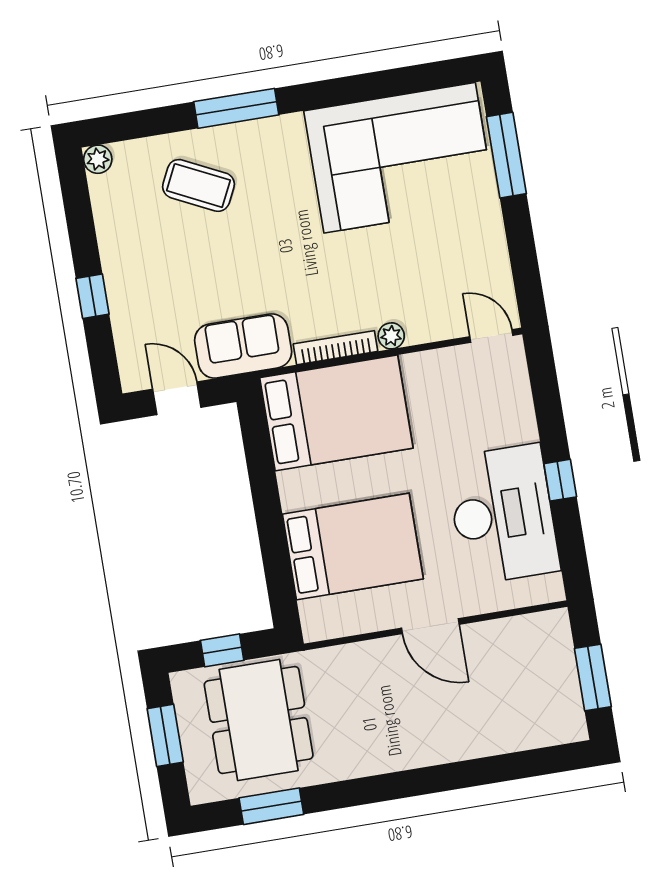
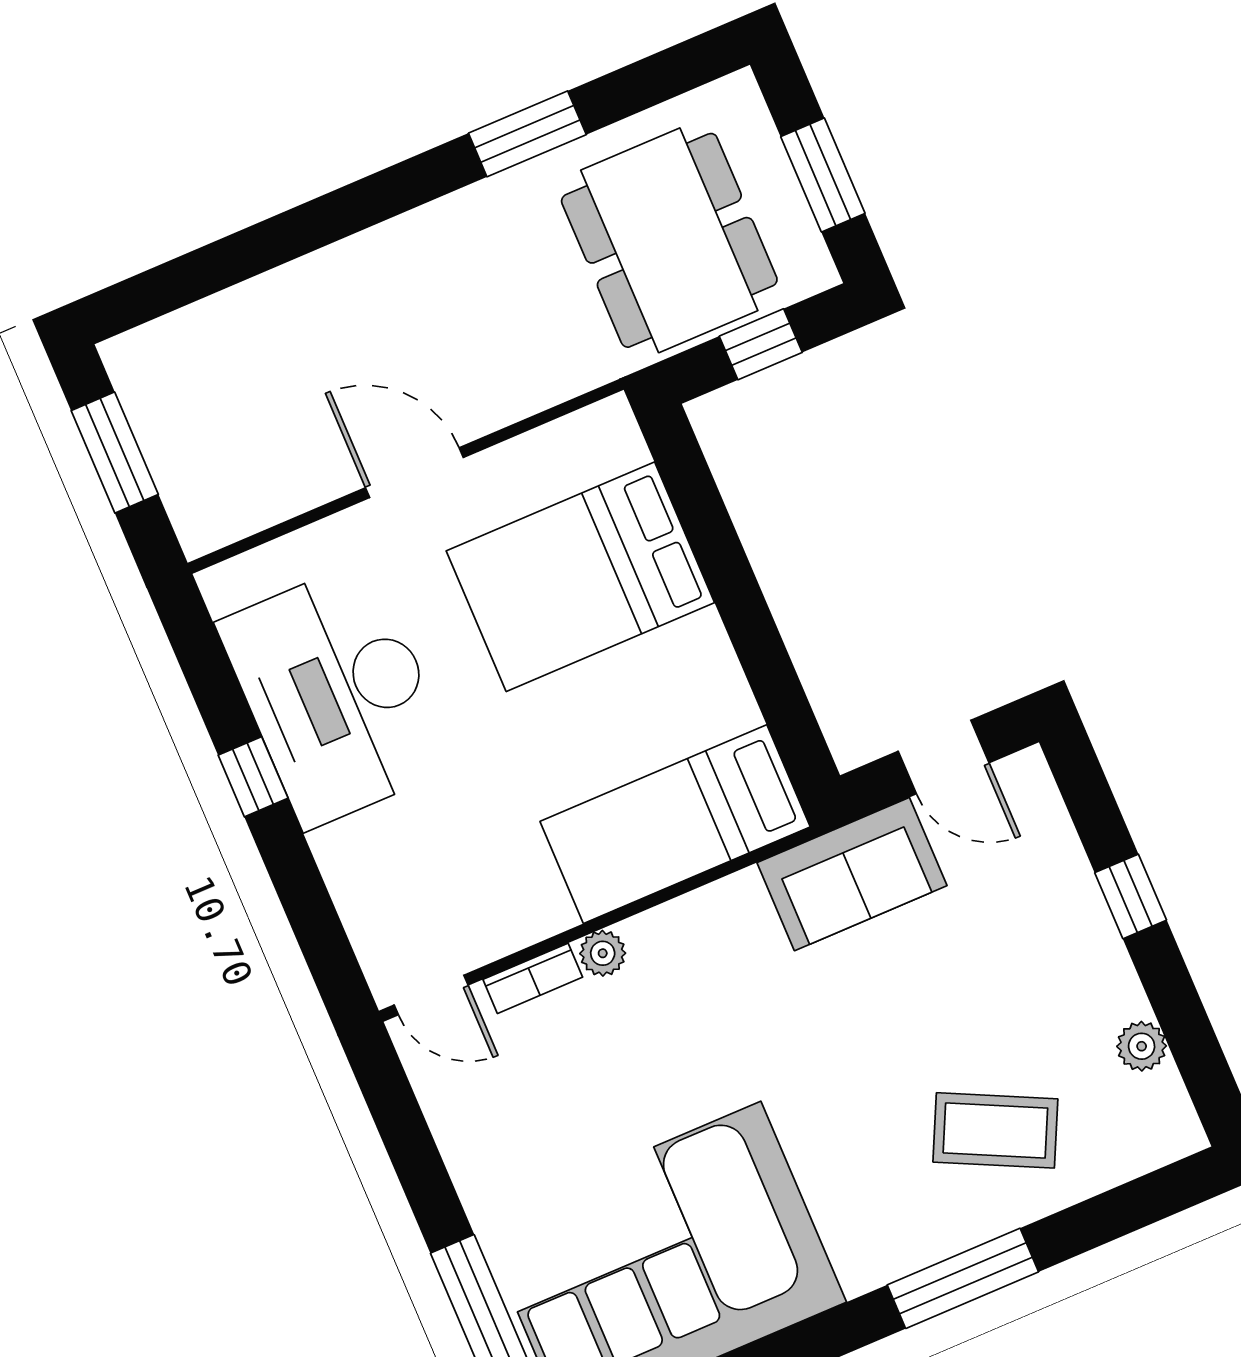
plant: (98, 159) -> (1142, 1046), moved
bookcase: (335, 348) -> (533, 978), moved, width x0.64
bed: (336, 413) -> (675, 824), width x0.67
window: (271, 806) -> (527, 134), moved

